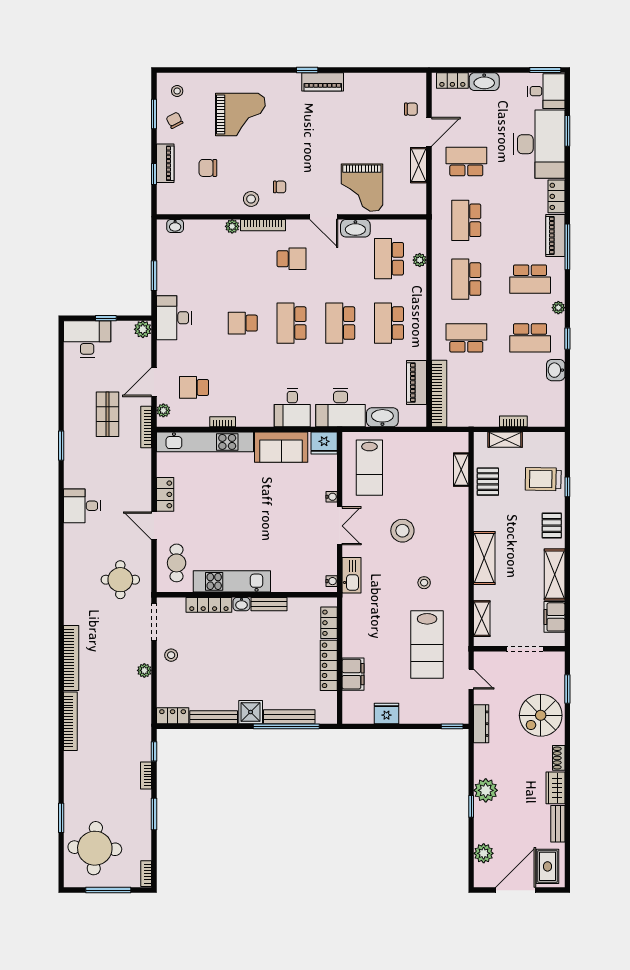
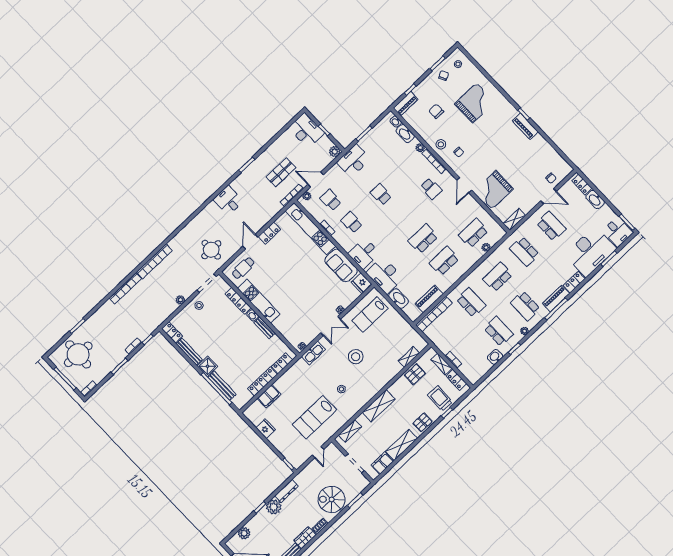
grand piano: (240, 115) -> (475, 103), turned -90
piano: (165, 163) -> (406, 104), moved
shelving: (419, 165) -> (514, 219), moved
school desk: (466, 220) -> (524, 251), turned -90
washbasin: (355, 228) -> (405, 134), moved
school desk: (291, 323) -> (352, 222), moved, width x0.54
school desk: (530, 338) -> (498, 331), turned 180
locker: (539, 440) -> (456, 380), added
dresser: (481, 724) -> (287, 491), moved

